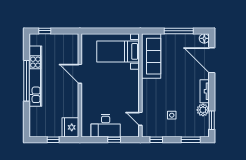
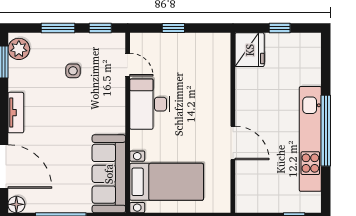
plant: (203, 110) -> (19, 49), moved
desk: (106, 126) -> (150, 104), moved, turned -90
window: (191, 140) -> (58, 28), moved

